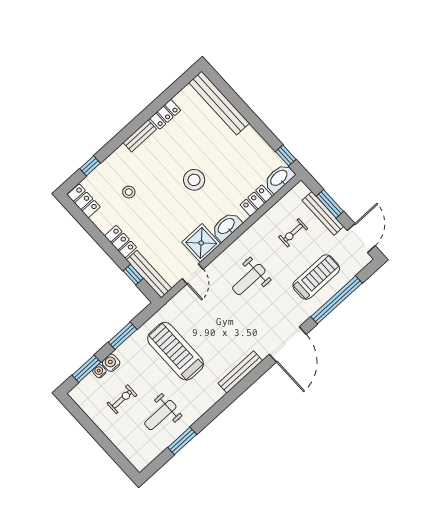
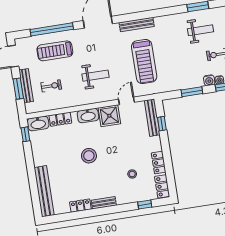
locker: (121, 242) -> (159, 163), moved
treadmill: (176, 351) -> (144, 62), moved

